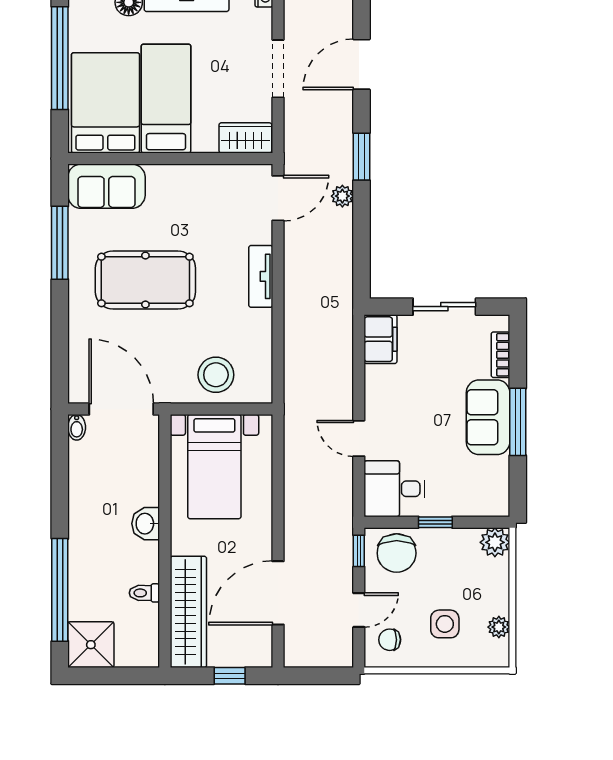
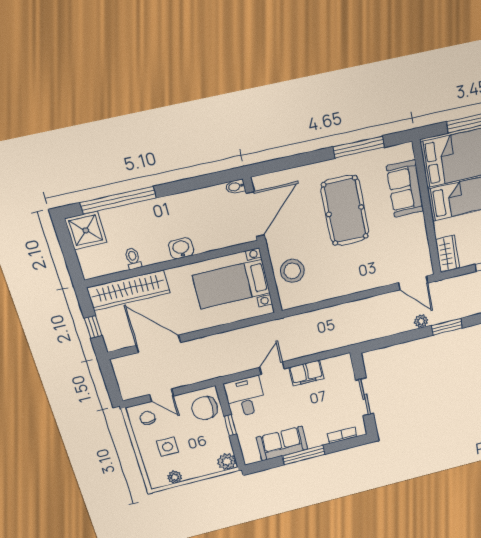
sofa: (106, 186) -> (405, 189), moved
tv unit: (261, 276) -> (362, 284), removed
filing cabinet: (380, 339) -> (306, 373), moved
sofa: (488, 417) -> (282, 443), moved
window: (359, 551) -> (200, 386), removed

